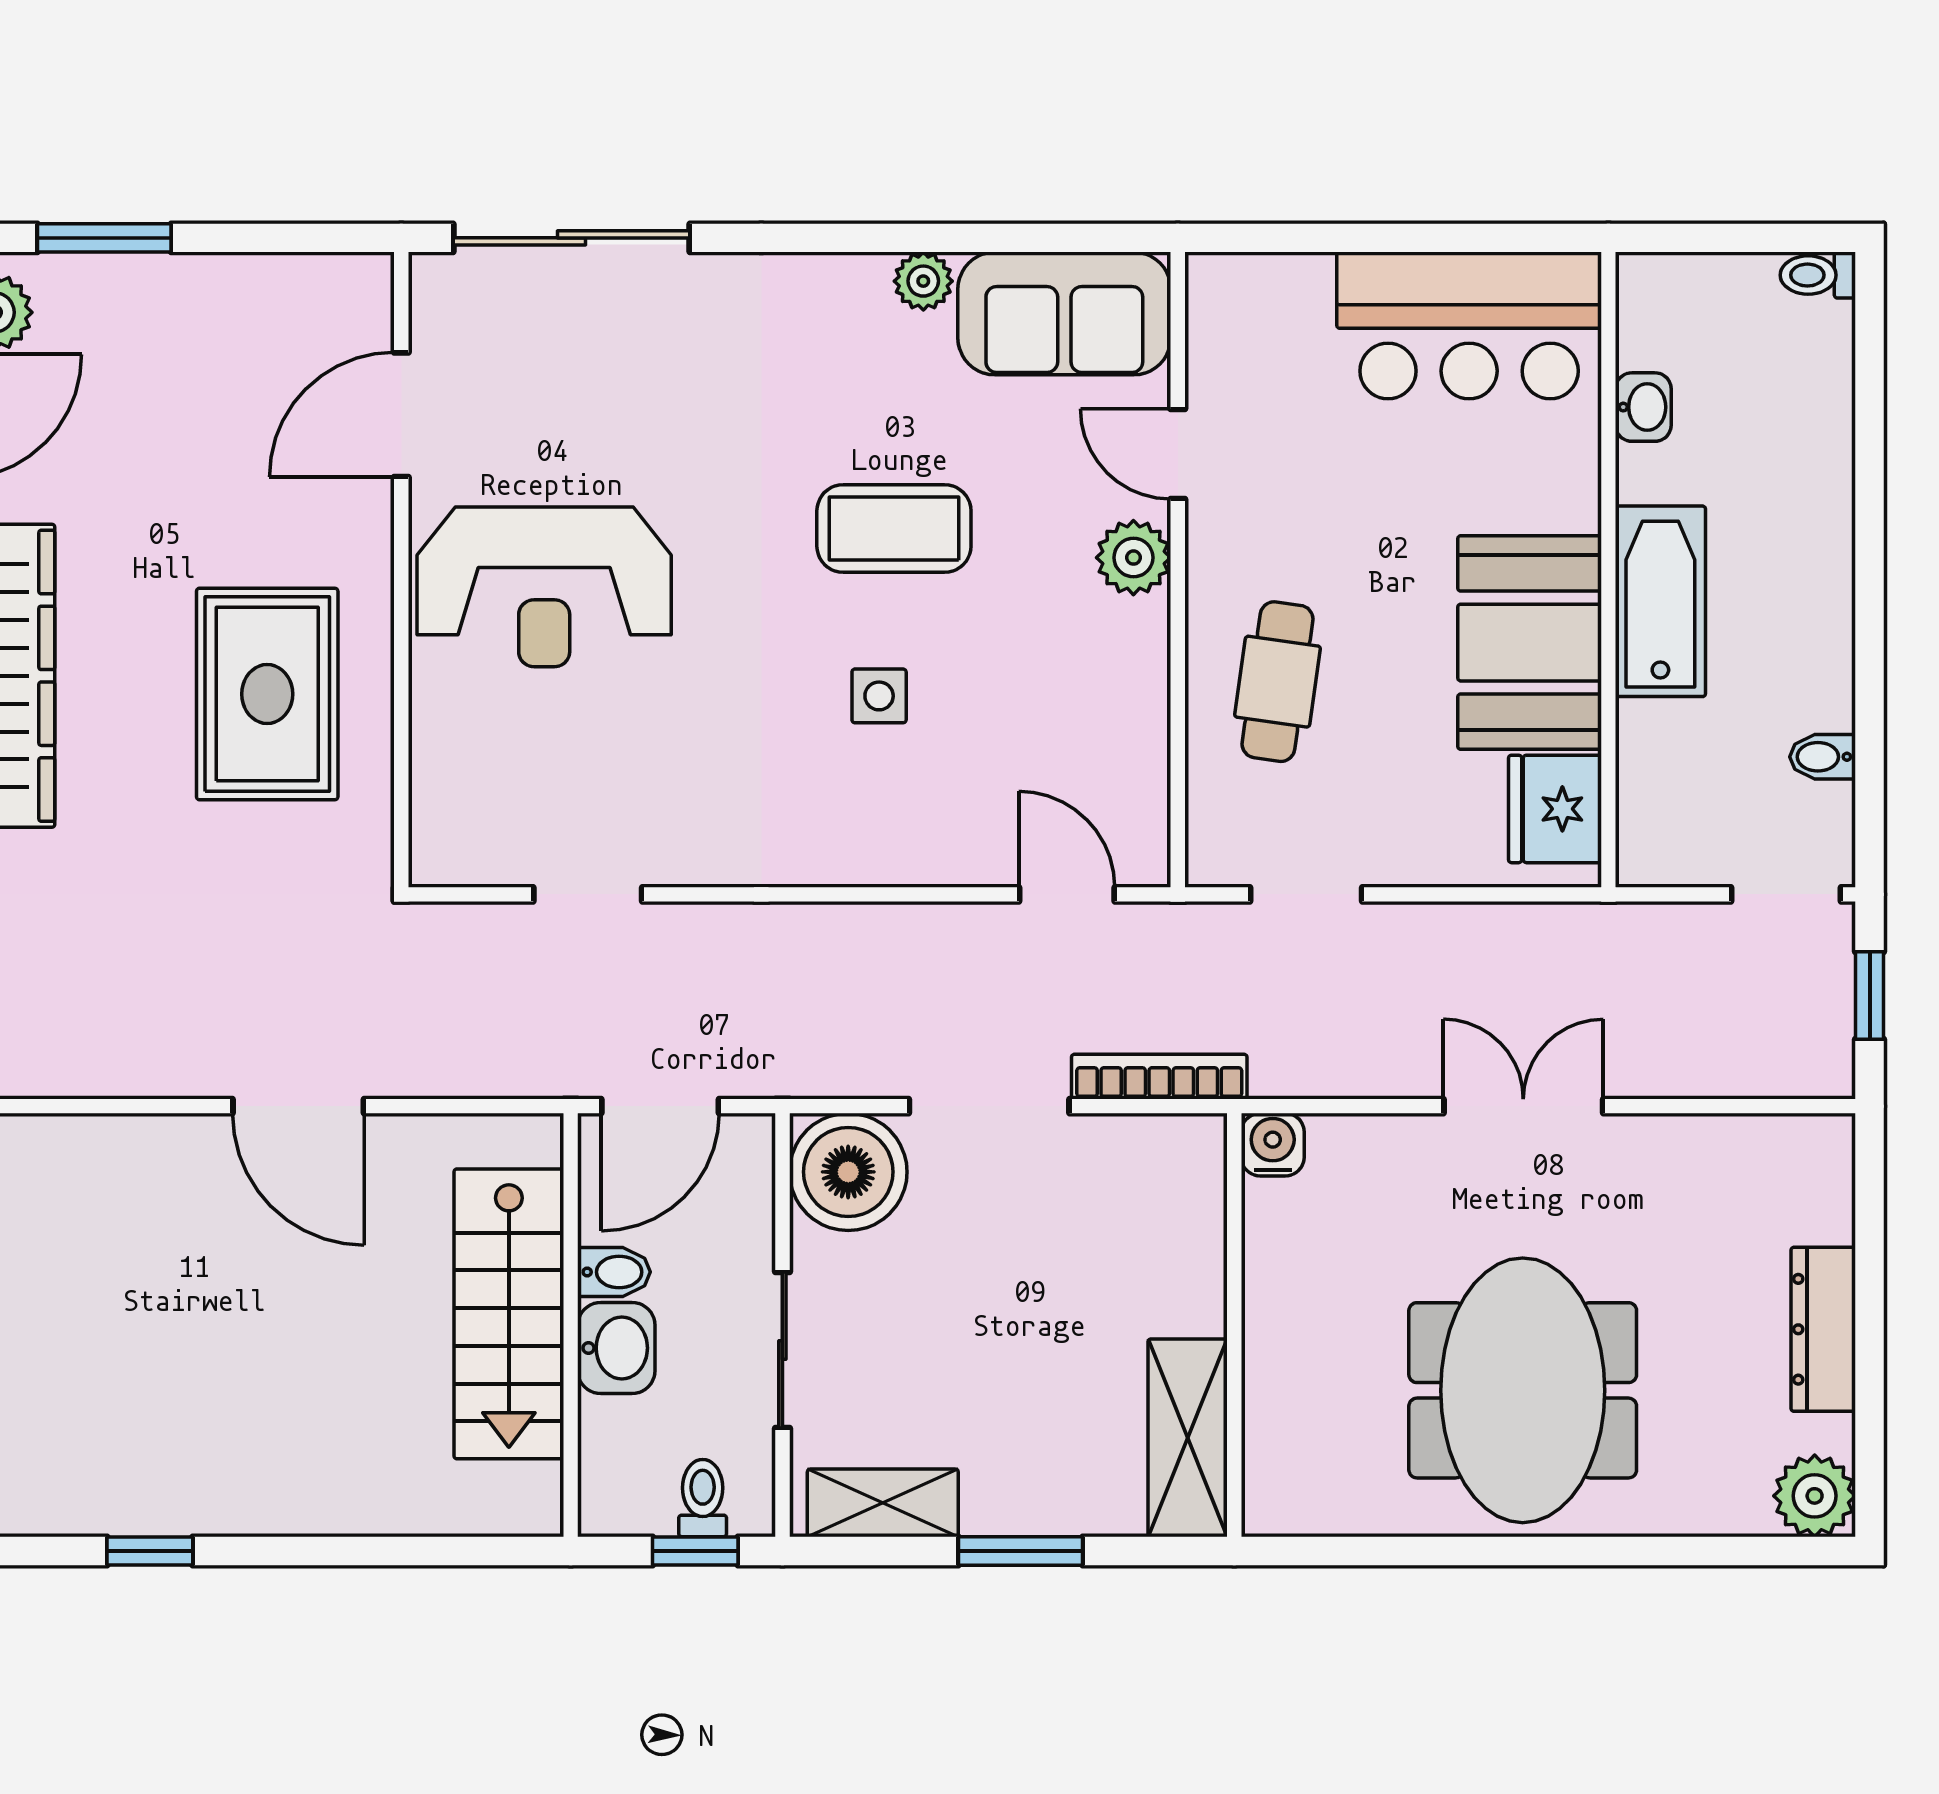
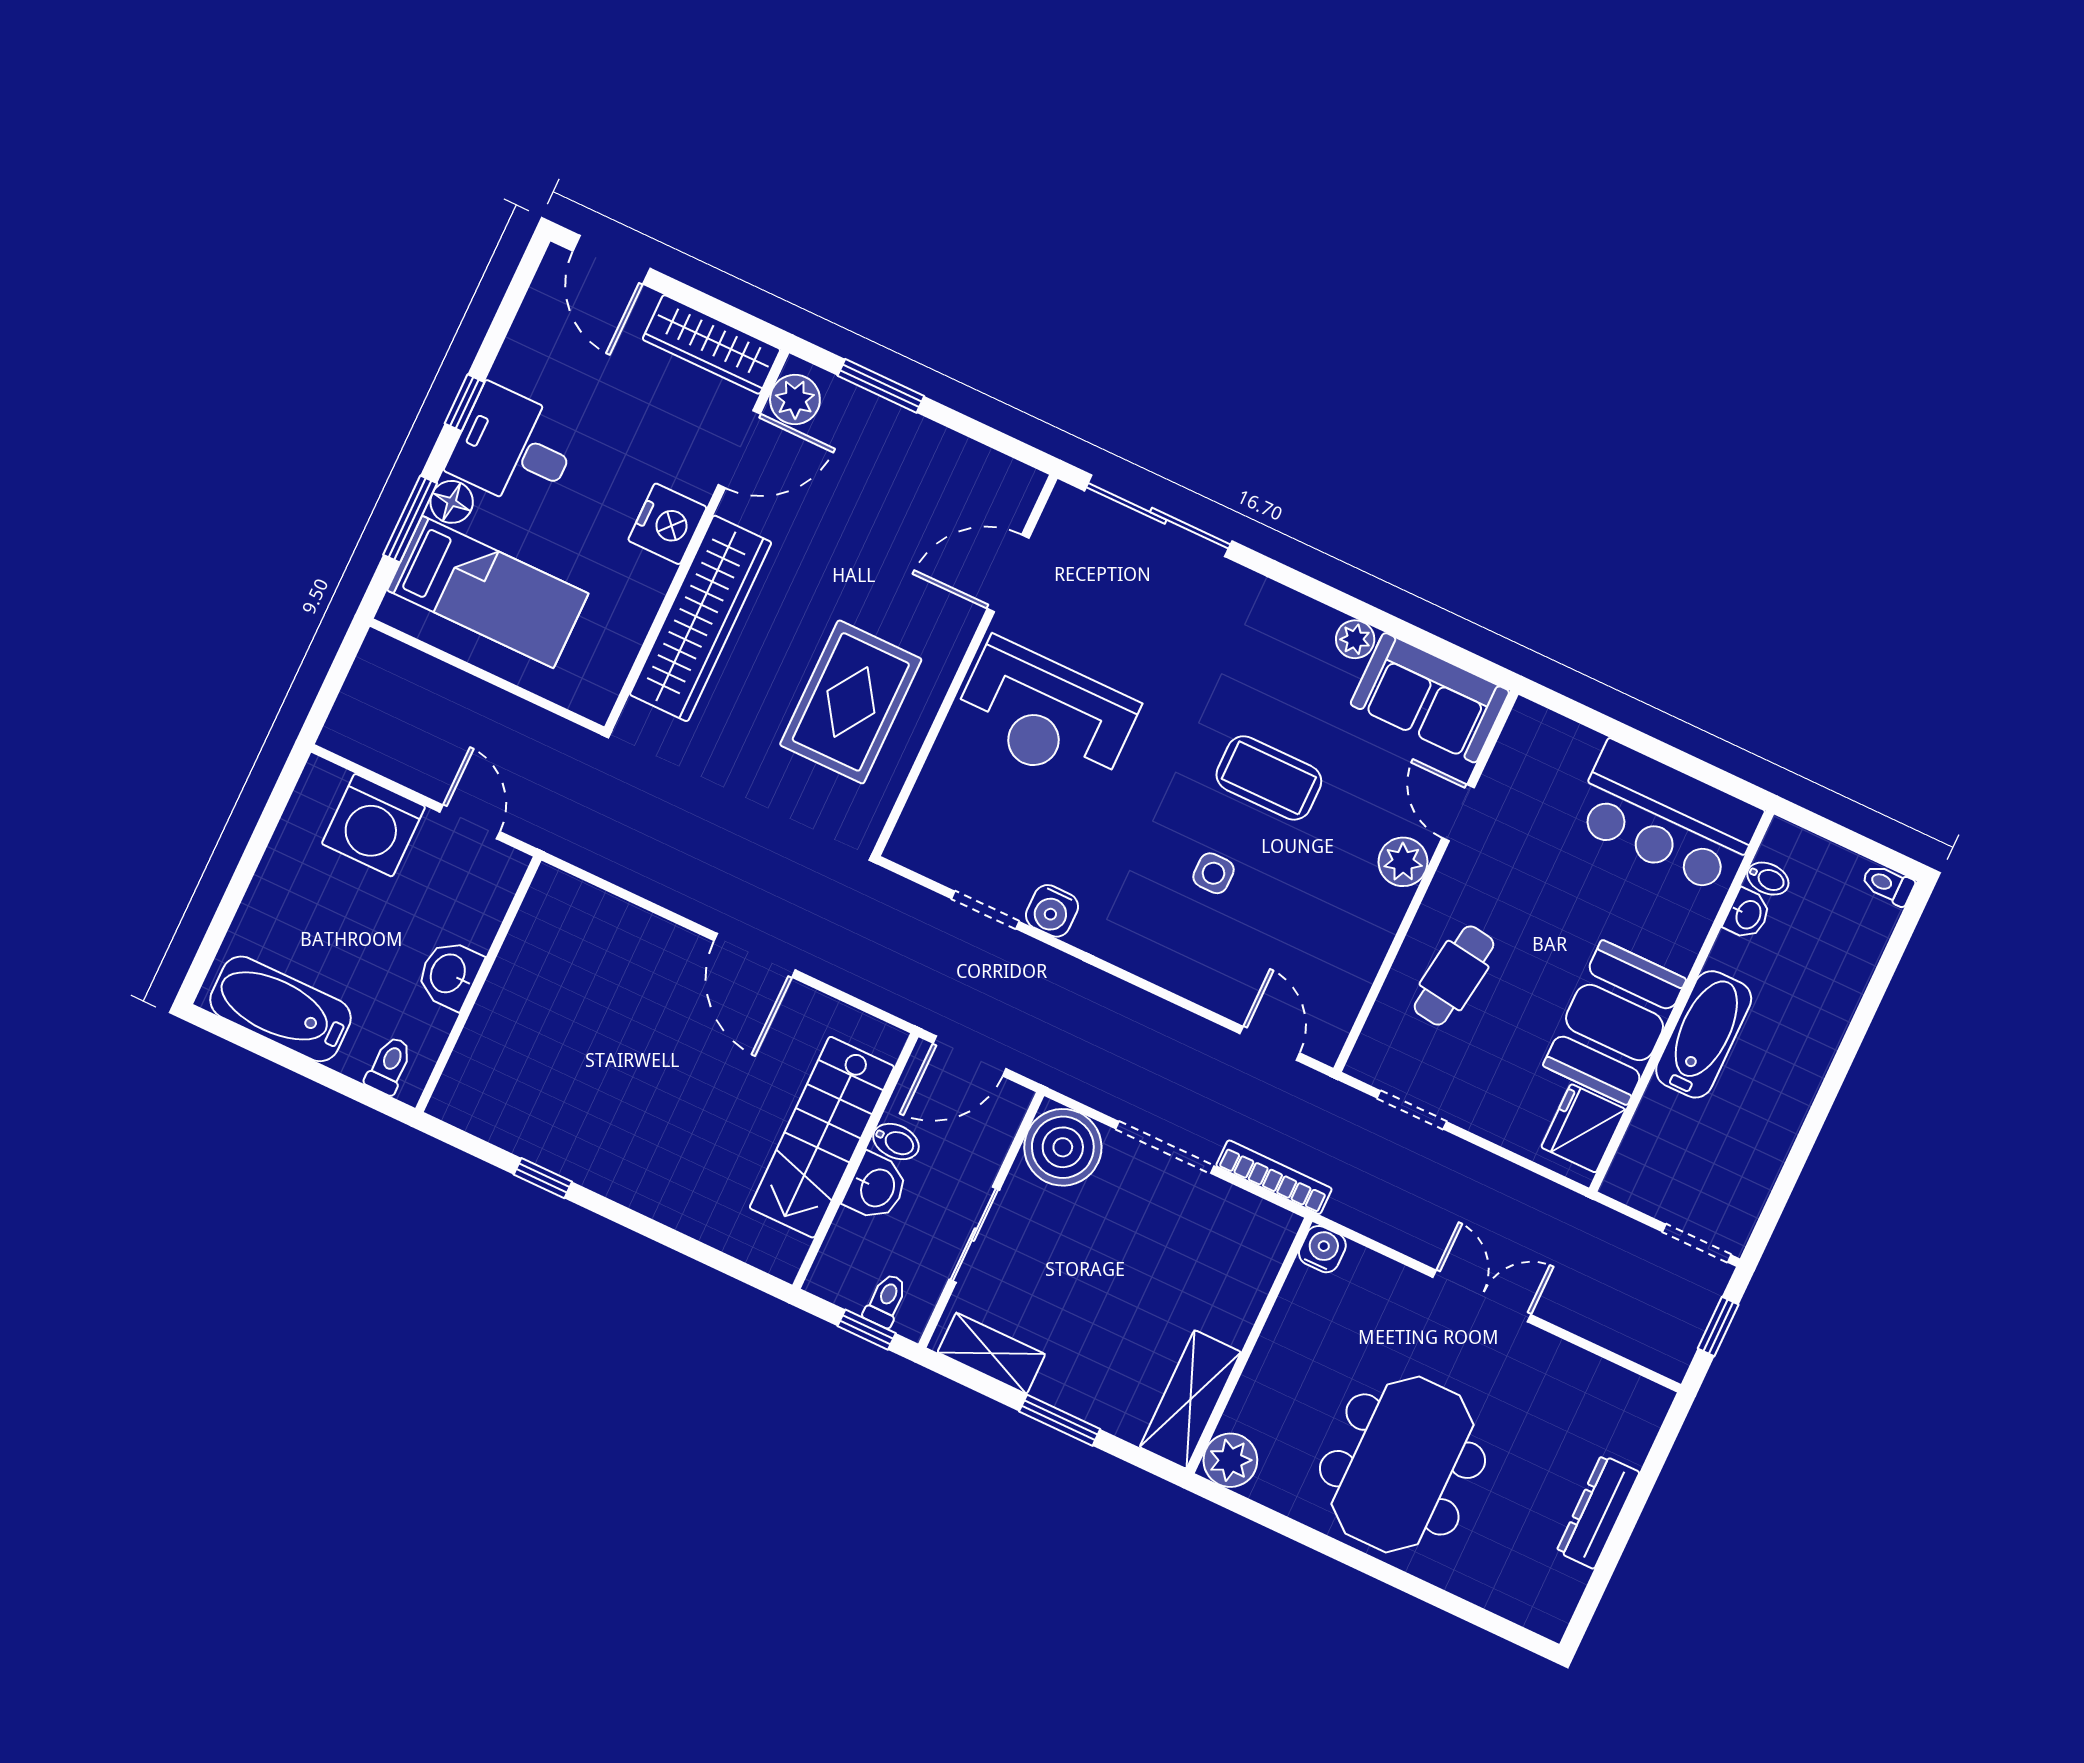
bidet: (1823, 757) -> (1768, 879), moved, turned 180
water cooler: (680, 852) -> (1052, 911), added
plant: (1815, 1496) -> (1230, 1460), moved

